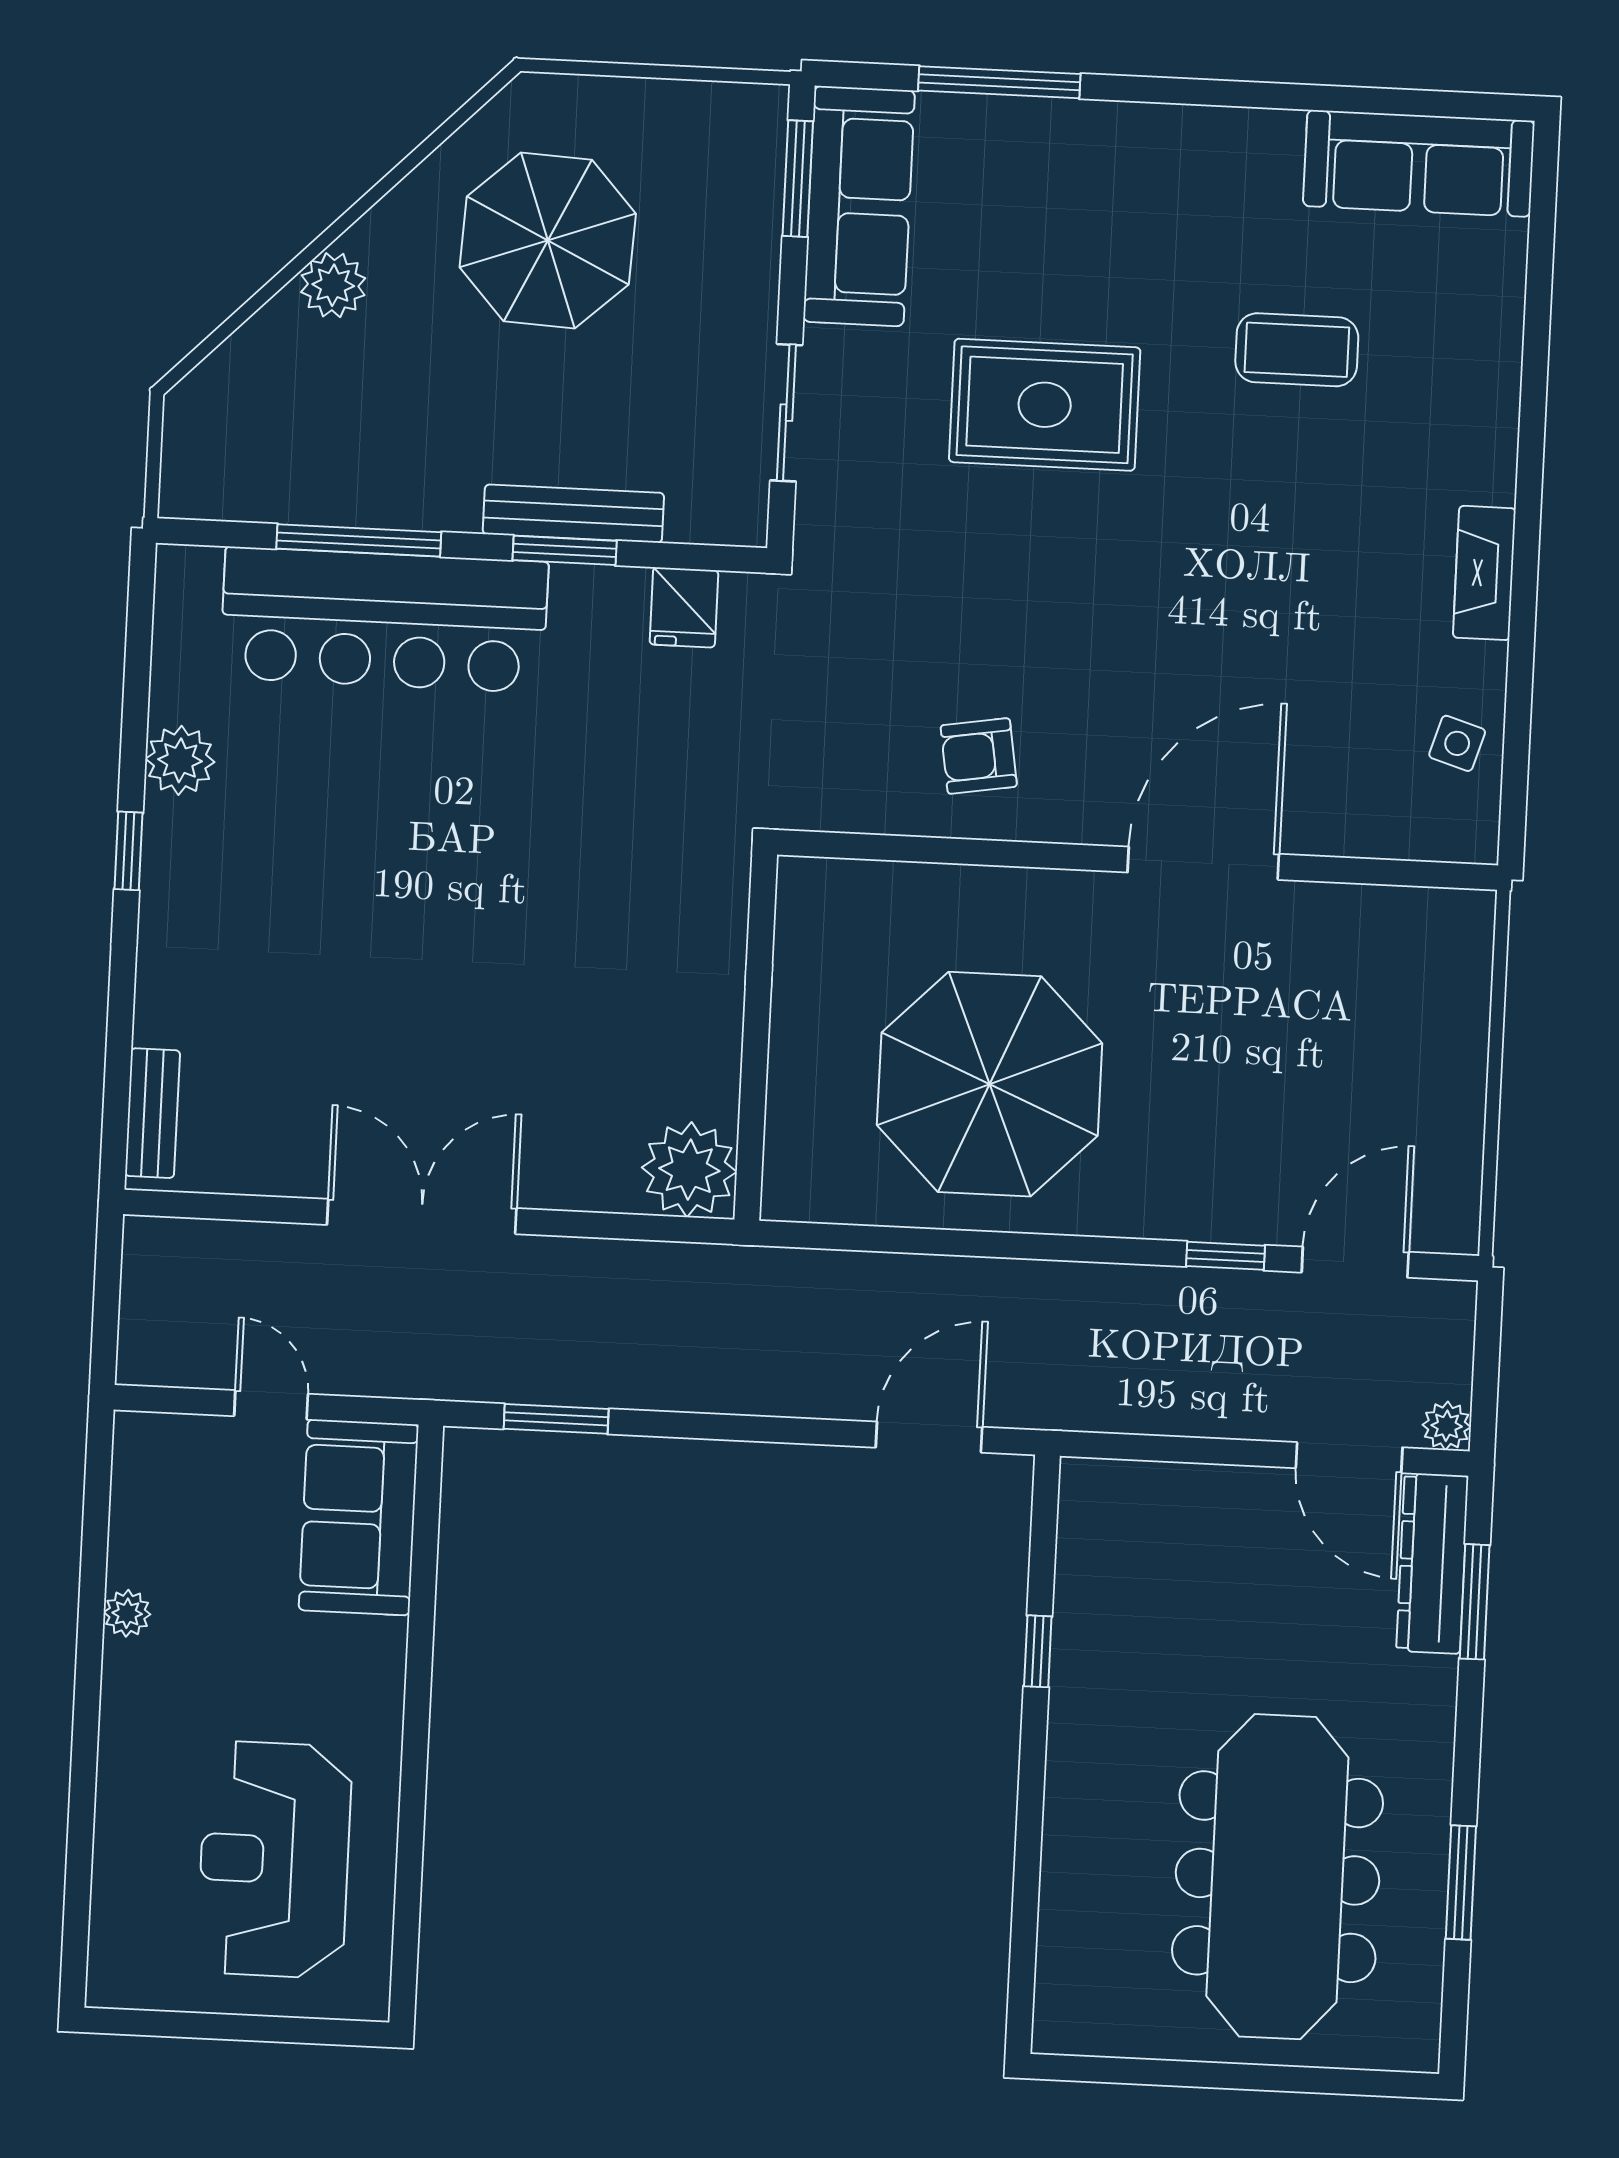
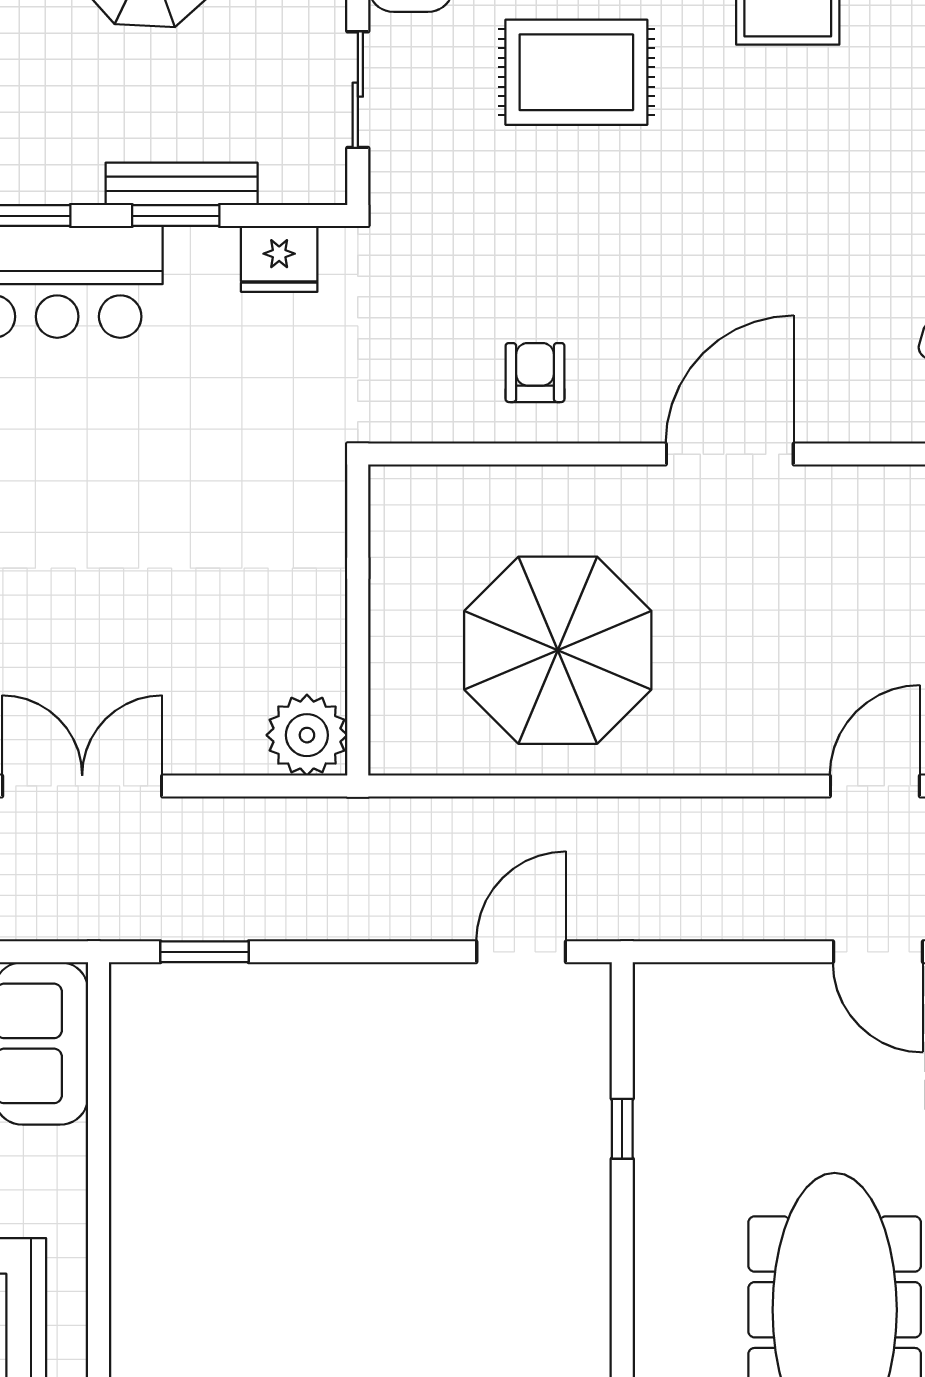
fridge: (684, 607) -> (279, 259), width x1.38
armchair: (979, 756) -> (535, 373), turned 99
window: (1226, 1256) -> (765, 786), removed

